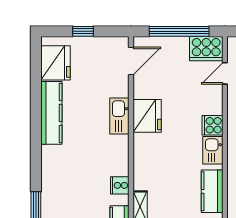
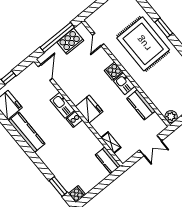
cooker: (206, 49) -> (70, 41), moved
fridge: (147, 116) -> (89, 109), moved
cooker: (120, 185) -> (74, 119), moved

